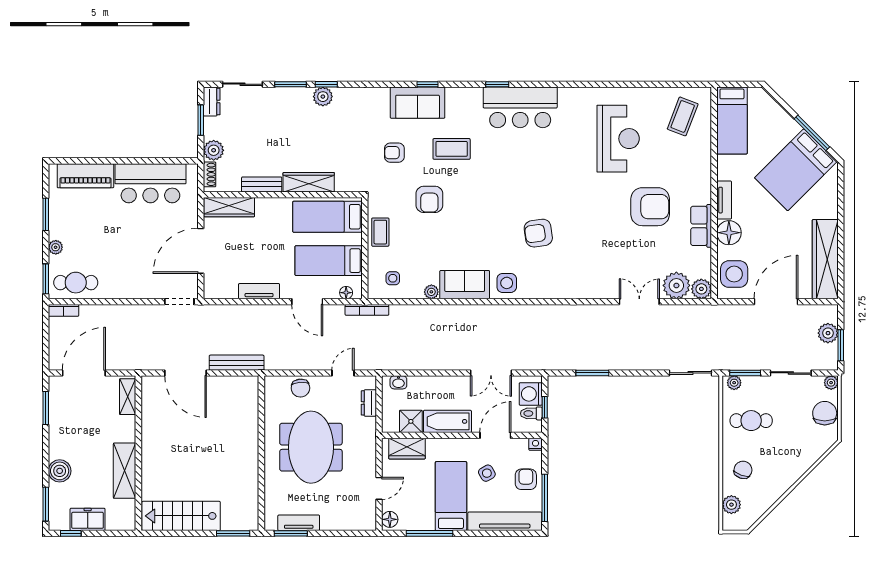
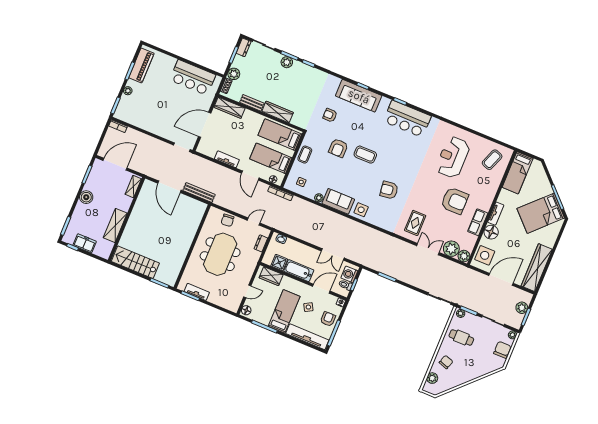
plant: (323, 97) -> (287, 62), moved
sofa: (418, 103) -> (359, 96), width x1.36
reception desk: (618, 139) -> (453, 157), turned 180
coffee table: (452, 149) -> (365, 155), moved
piano: (85, 176) -> (141, 66), moved, turned -90
rug: (602, 268) -> (415, 223), added
cafe table: (76, 283) -> (131, 114), removed
boiler: (60, 471) -> (86, 197), moved

